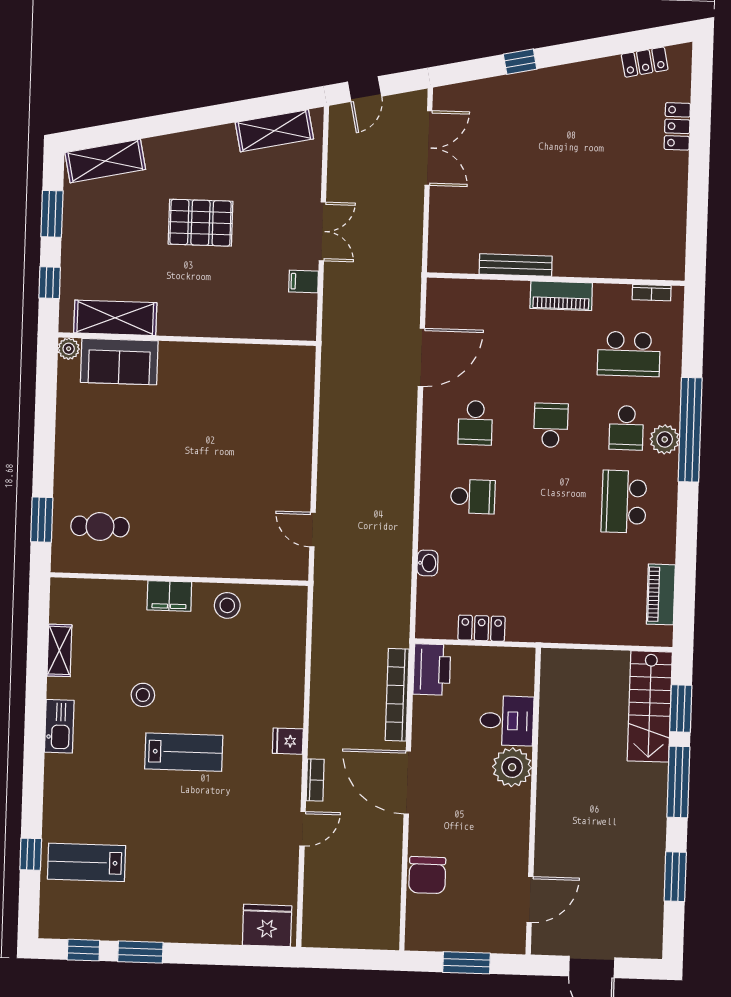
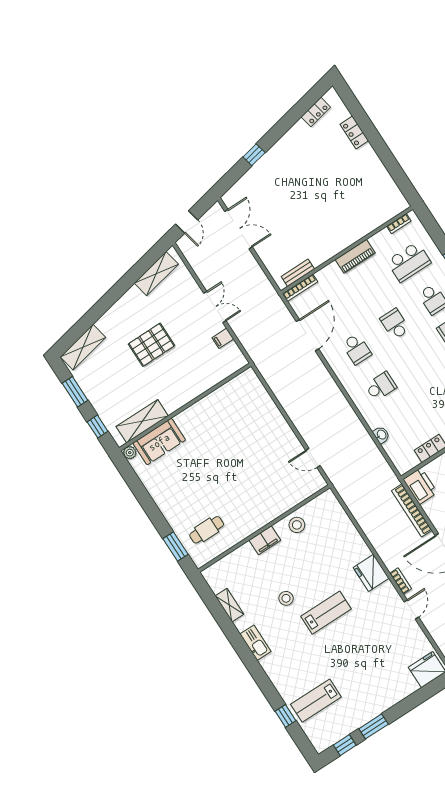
bench: (516, 265) -> (298, 273), moved, width x0.73
bookcase: (456, 286) -> (300, 288), added
fridge: (288, 741) -> (371, 573), width x1.88, depth x1.34

